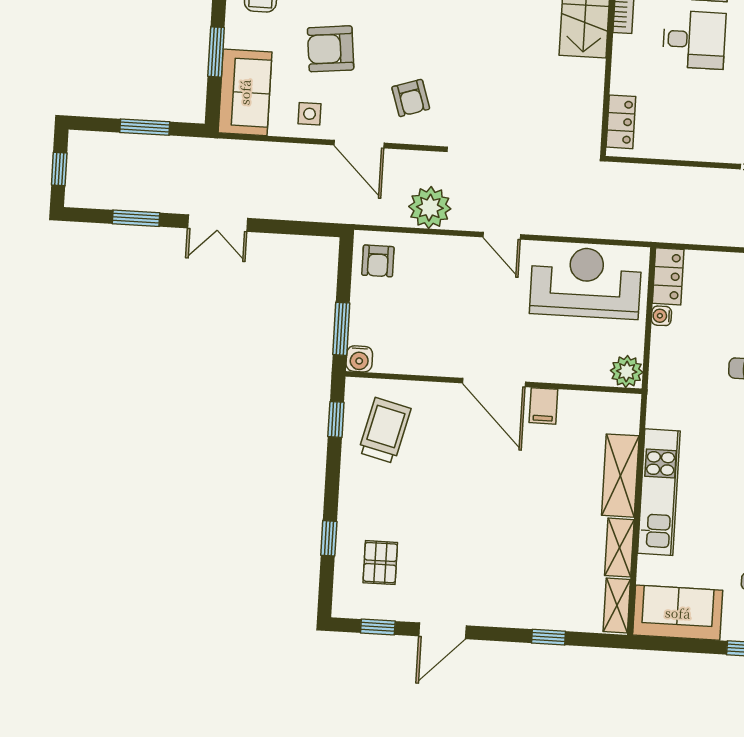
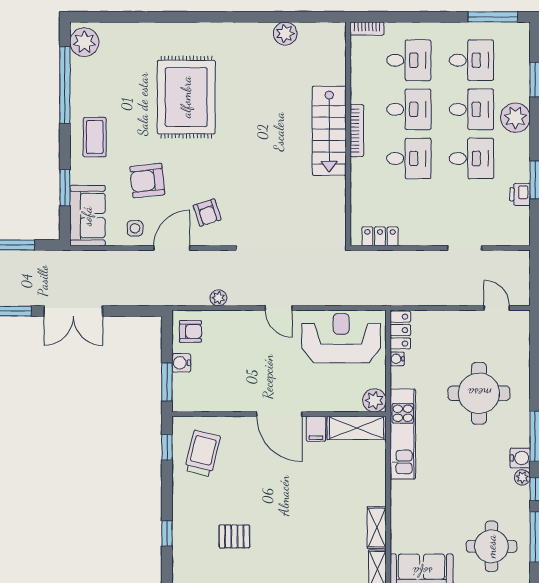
locker: (621, 122) -> (380, 236), moved, turned -90
door: (359, 144) -> (172, 248), swing flipped
plant: (430, 208) -> (218, 298), width x0.53, depth x0.53
double door: (218, 223) -> (73, 311), width x1.37
armchair: (378, 261) -> (190, 331), turned -90
water cooler: (359, 359) -> (181, 363), moved, turned 90
shelving: (620, 476) -> (357, 428), moved, turned 90
kitchen unit: (659, 492) -> (403, 434), moved
pallet: (380, 563) -> (234, 536), moved, turned 90

